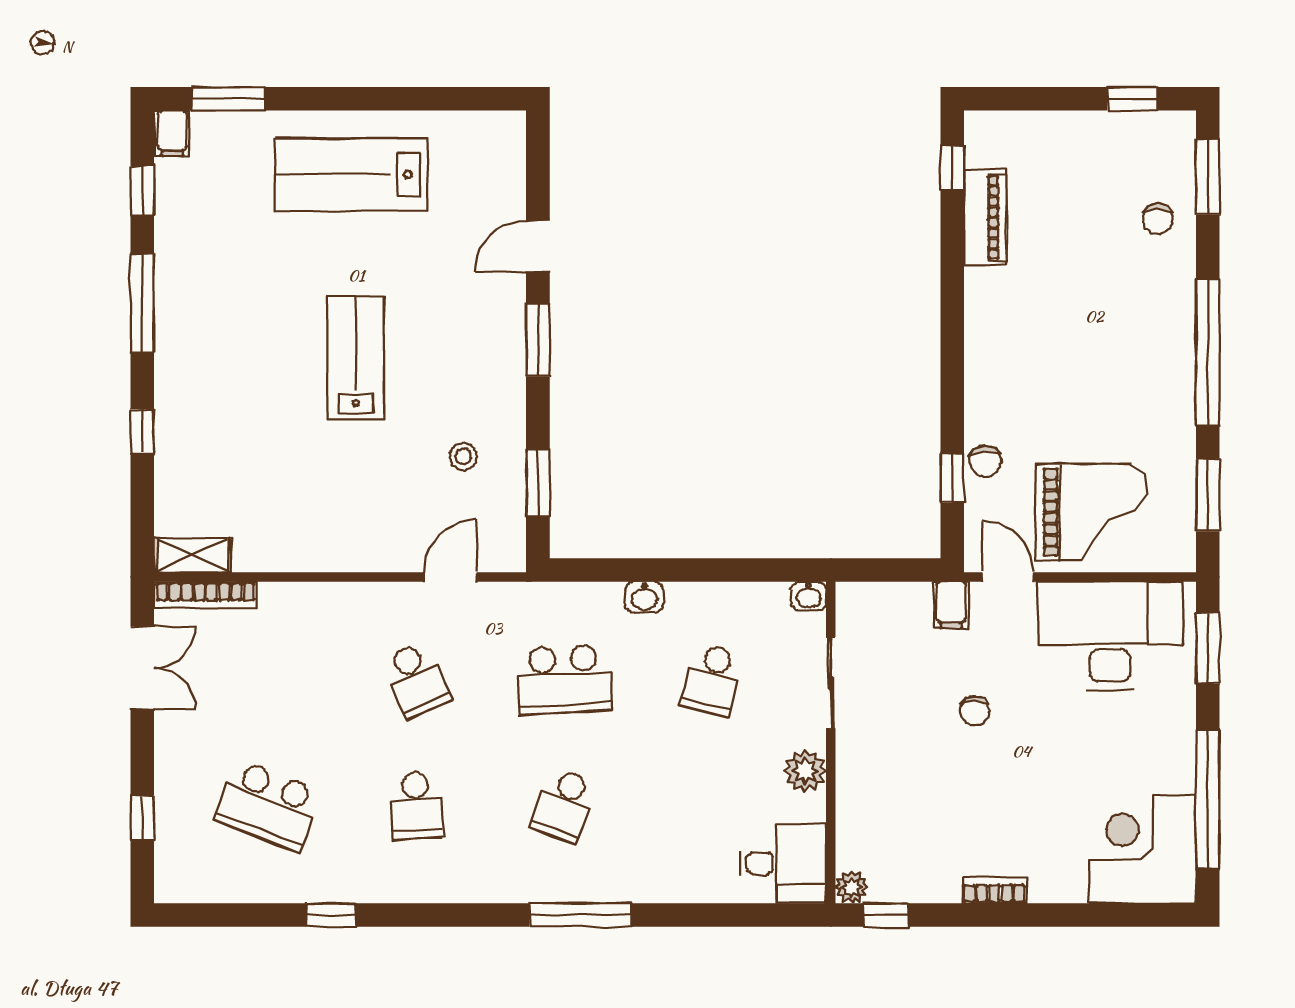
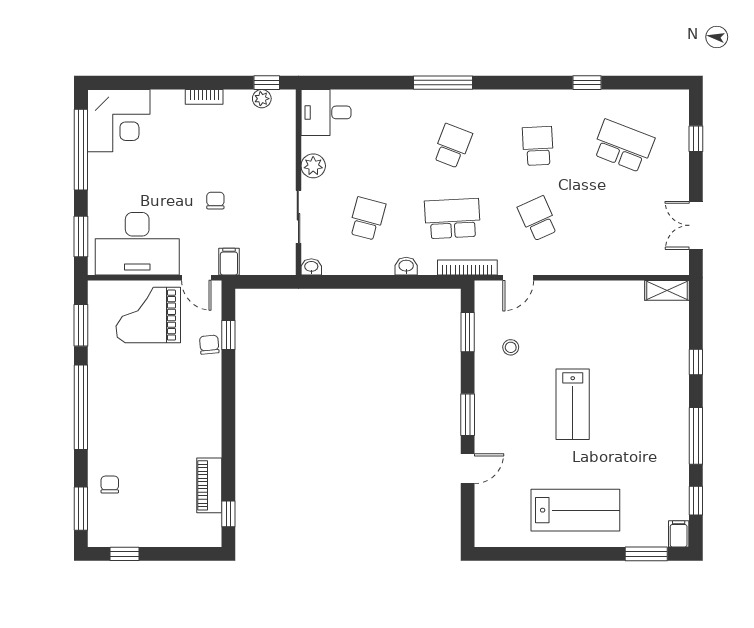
bookcase: (205, 595) -> (467, 267), moved
plant: (851, 887) -> (262, 99), moved

